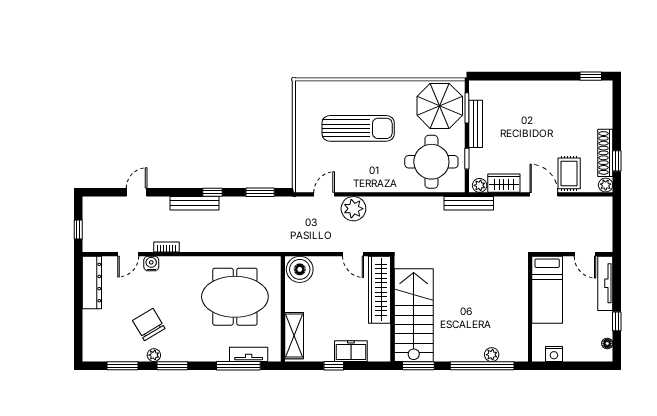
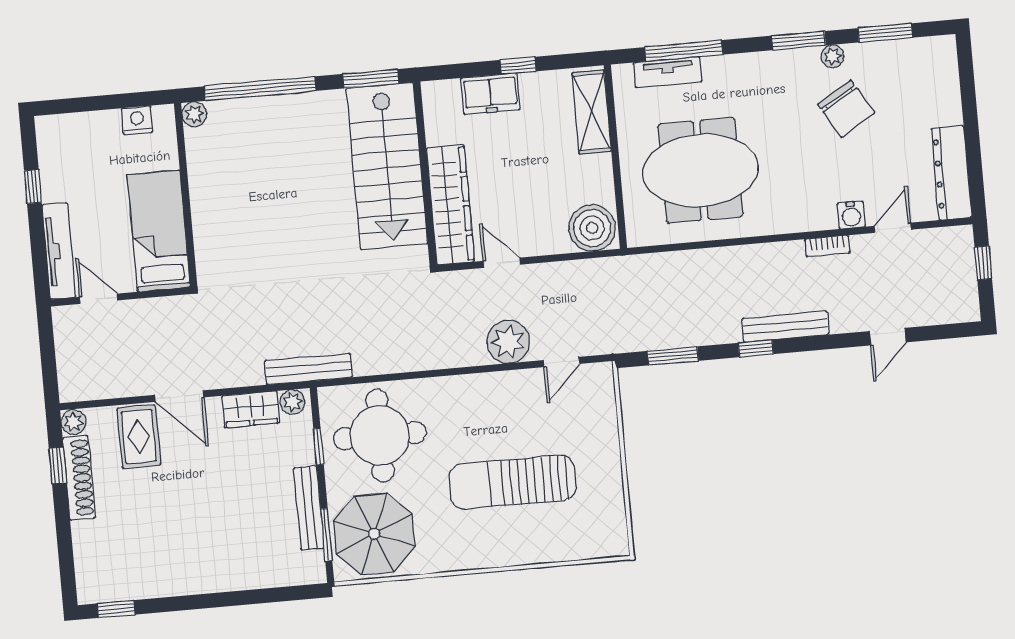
floor lamp: (607, 343) -> (46, 147), removed
plant: (492, 355) -> (194, 114), moved

